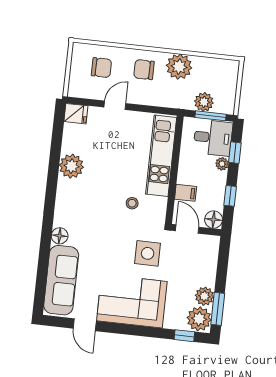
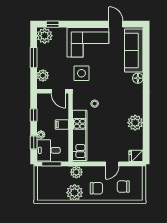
plant: (204, 102) -> (76, 172), moved
filing cabinet: (186, 193) -> (62, 125), moved
floor lamp: (214, 220) -> (42, 99), removed
plant: (204, 296) -> (43, 75), moved
window: (218, 309) -> (34, 58), moved

